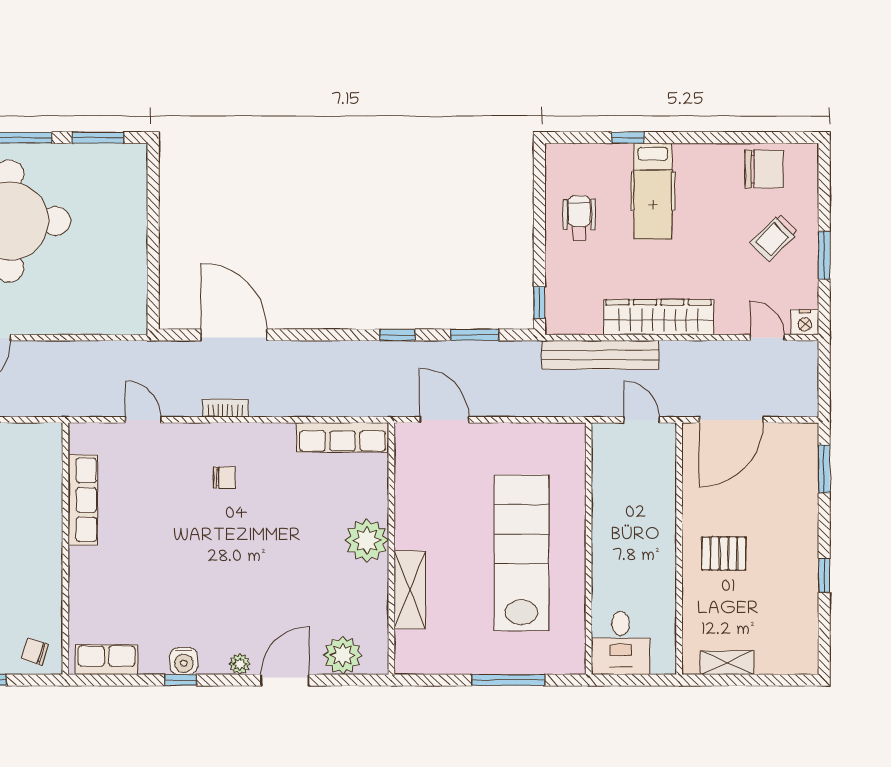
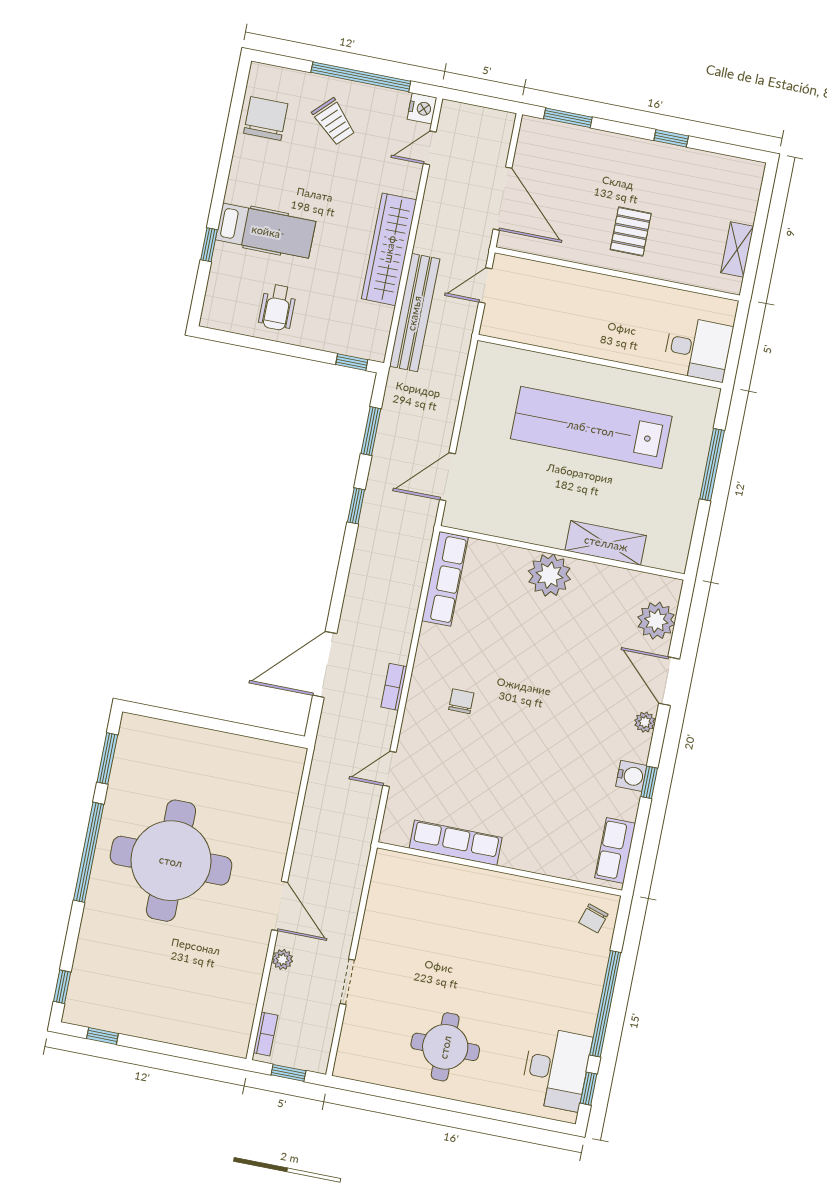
wheelchair: (579, 218) -> (277, 307), turned -90
window: (824, 255) -> (361, 77), width x2.11

